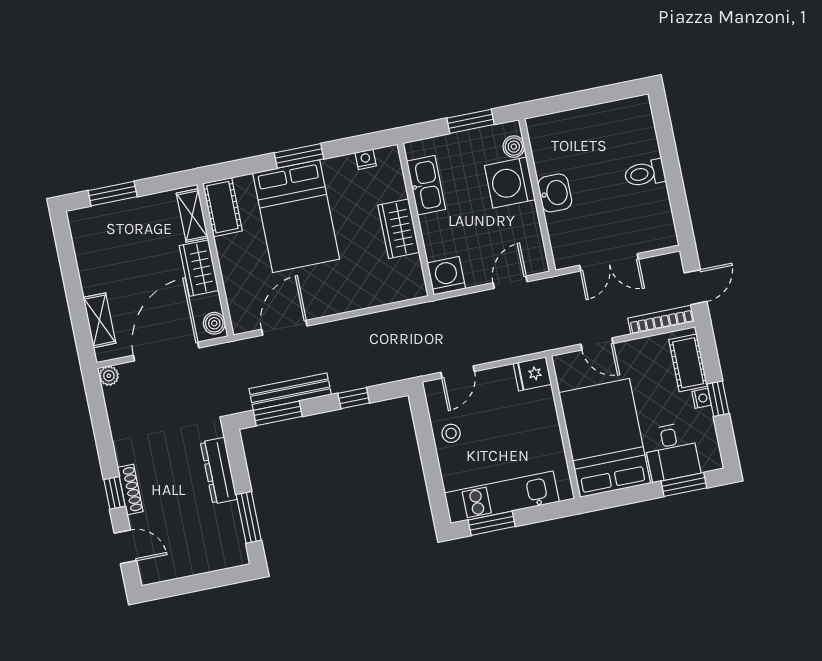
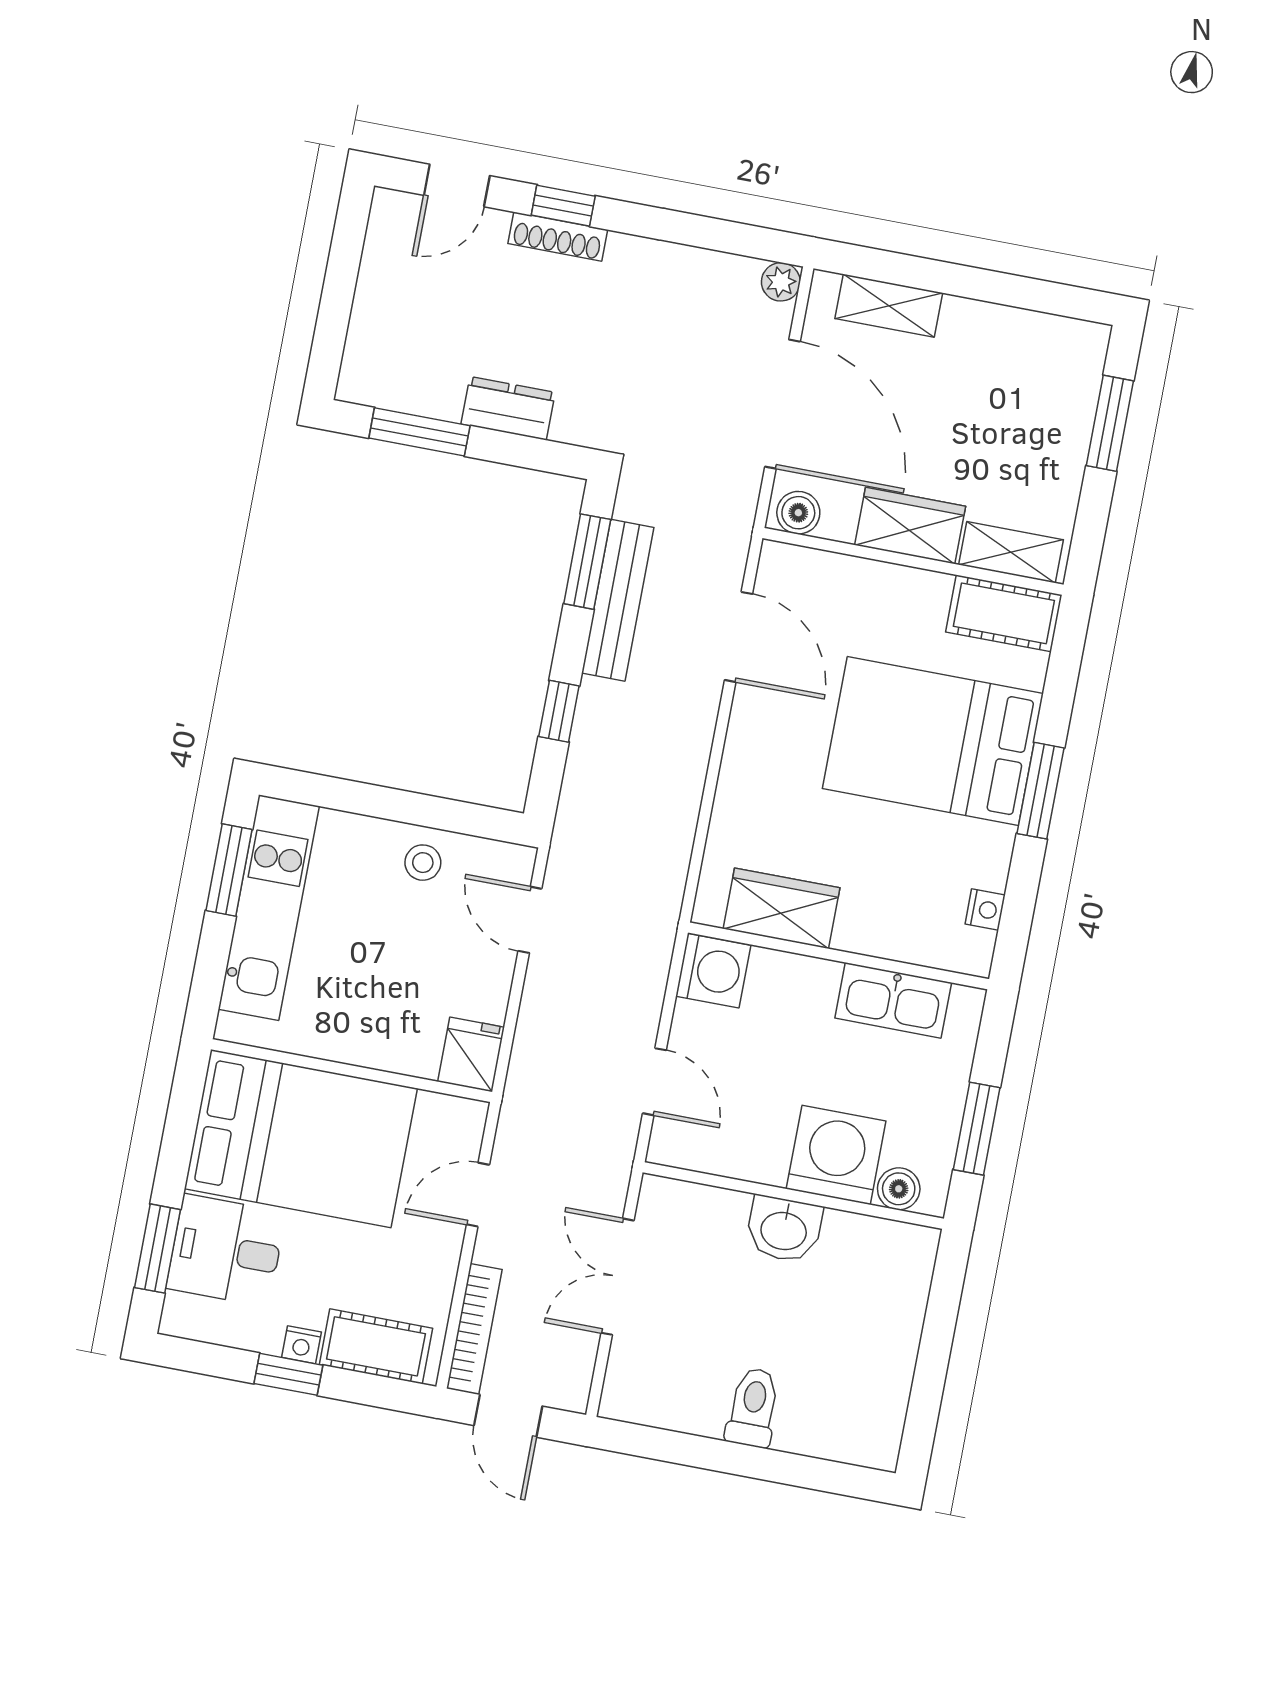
wardrobe: (399, 229) -> (781, 908), moved
dresser: (219, 471) -> (508, 408), width x0.70

